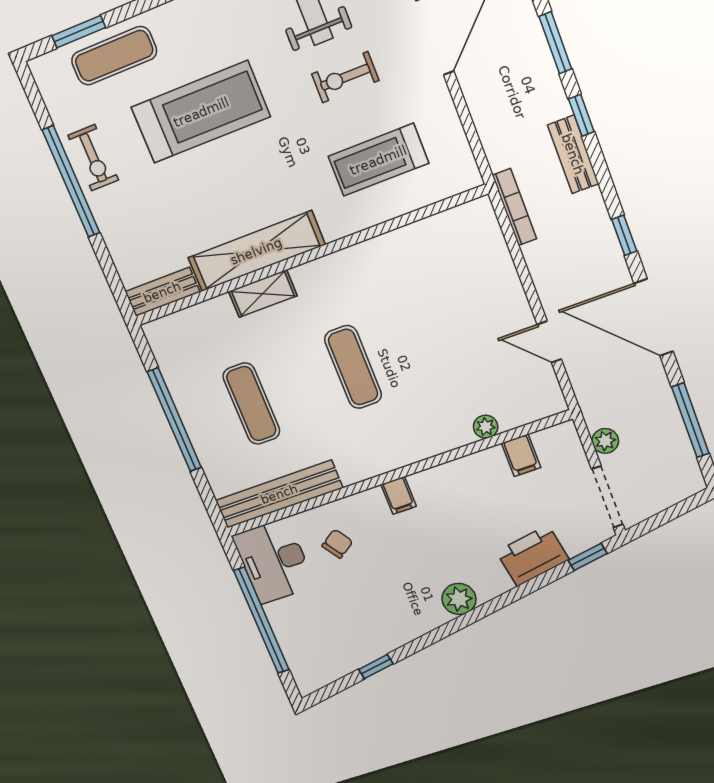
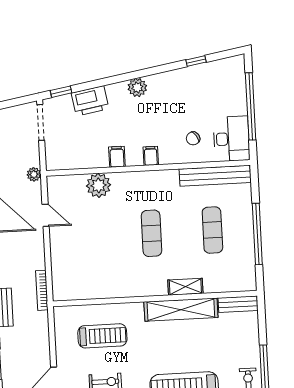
plant: (486, 427) -> (99, 185), width x1.87, depth x1.87
plant: (605, 441) -> (34, 174), moved
filing cabinet: (521, 455) -> (117, 157), moved

